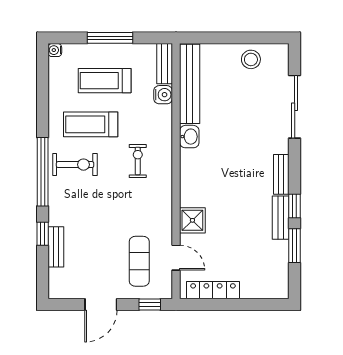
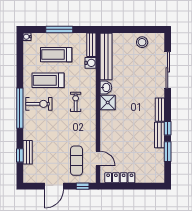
shower: (192, 220) -> (108, 102), moved
window: (43, 234) -> (20, 155), moved

